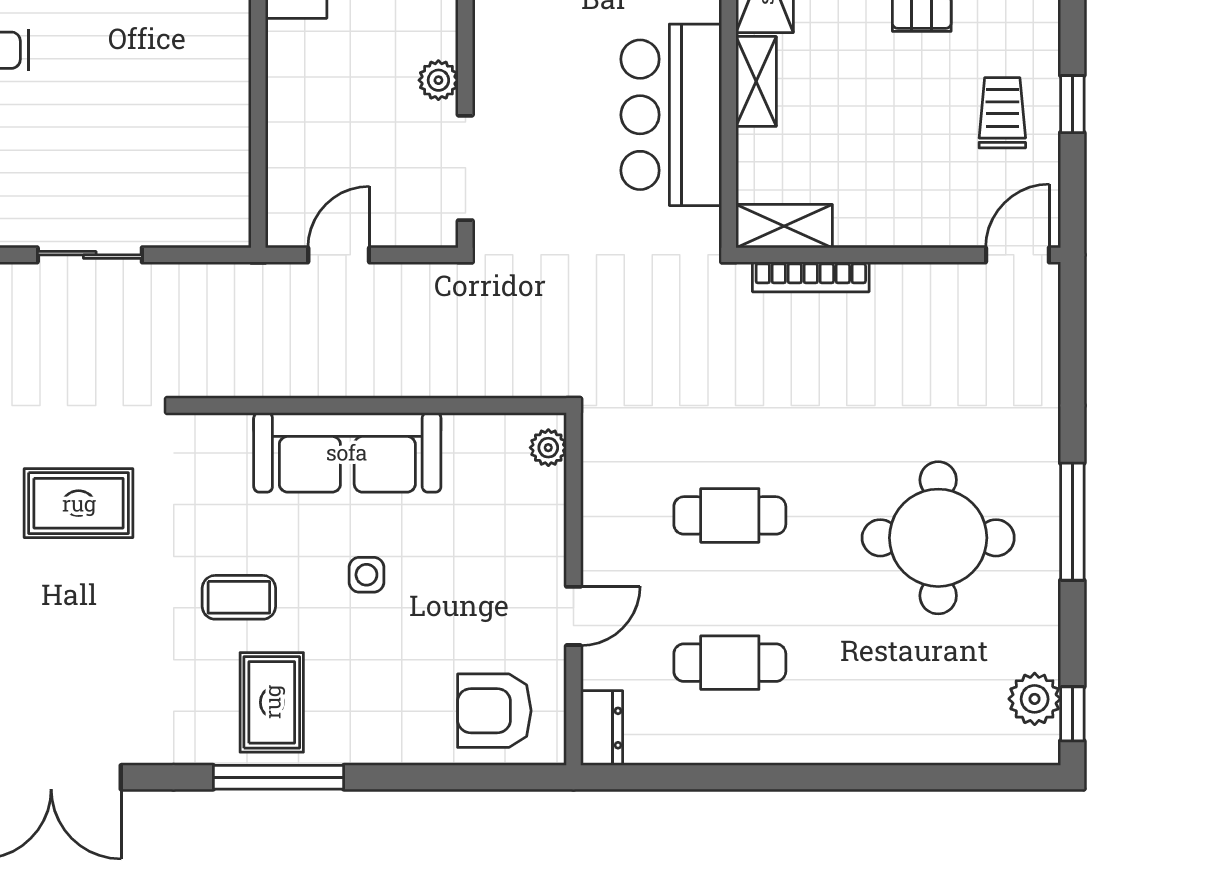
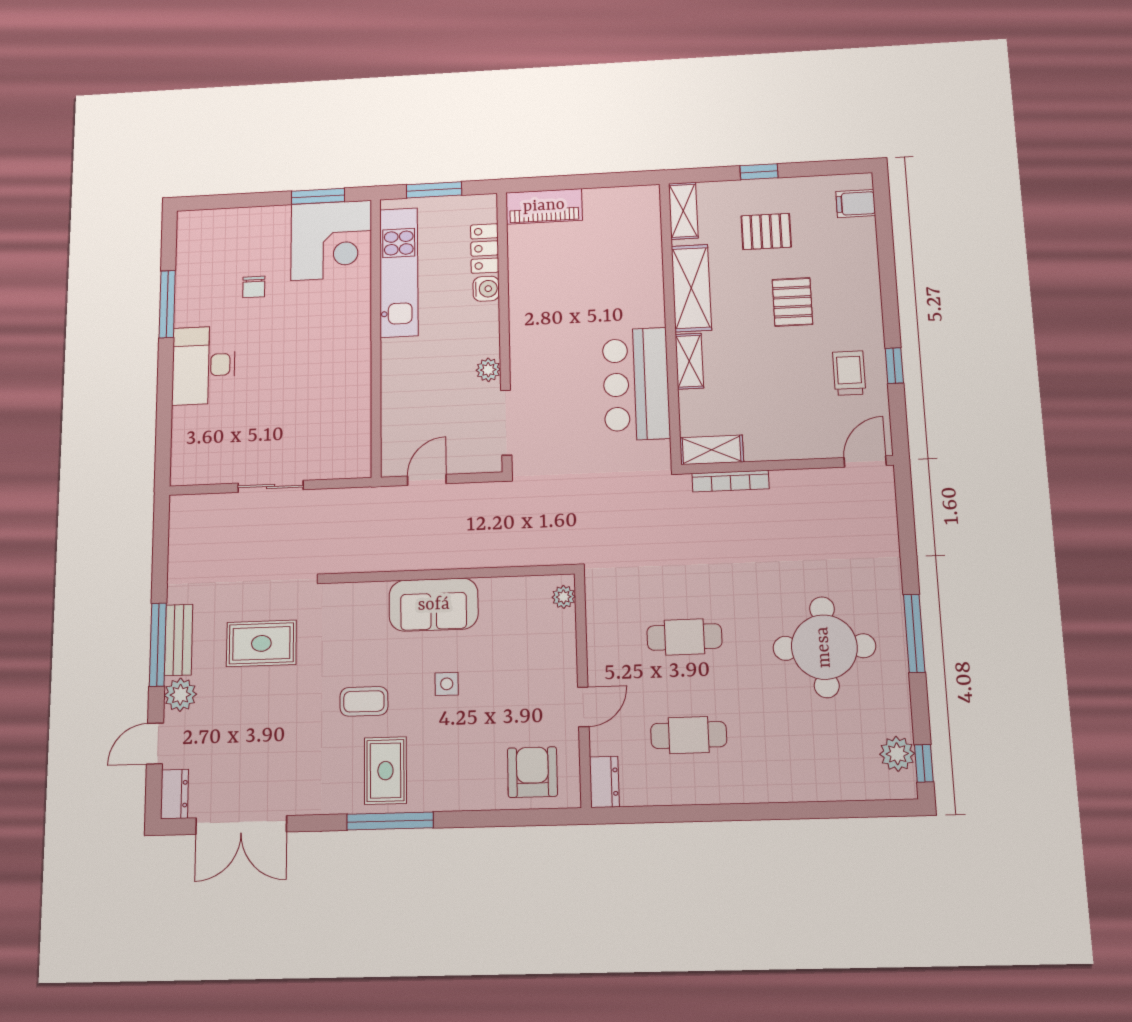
sofa: (347, 452) -> (434, 605), width x0.73
armchair: (494, 711) -> (532, 772), turned 90

